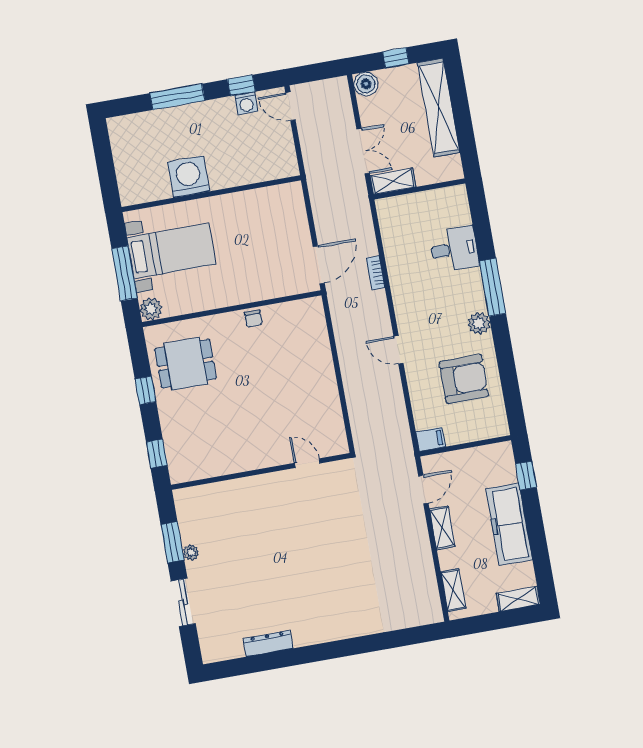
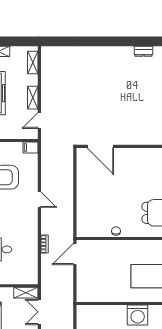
door: (307, 463) -> (100, 146), width x1.88
dresser: (268, 643) -> (144, 51), width x0.70

